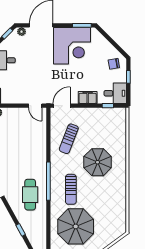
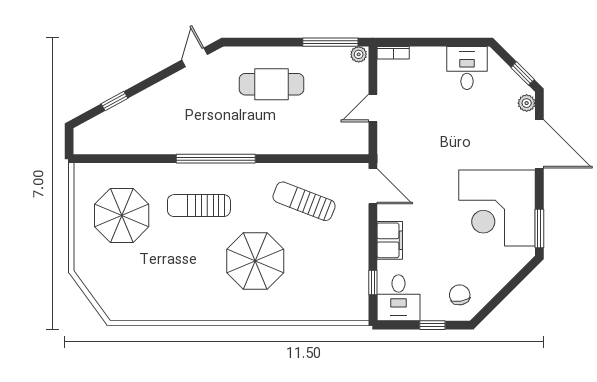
door: (35, 106) -> (373, 108), moved
cafe table: (30, 195) -> (272, 84), moved
parasol: (76, 226) -> (122, 215), width x0.73, depth x0.73

